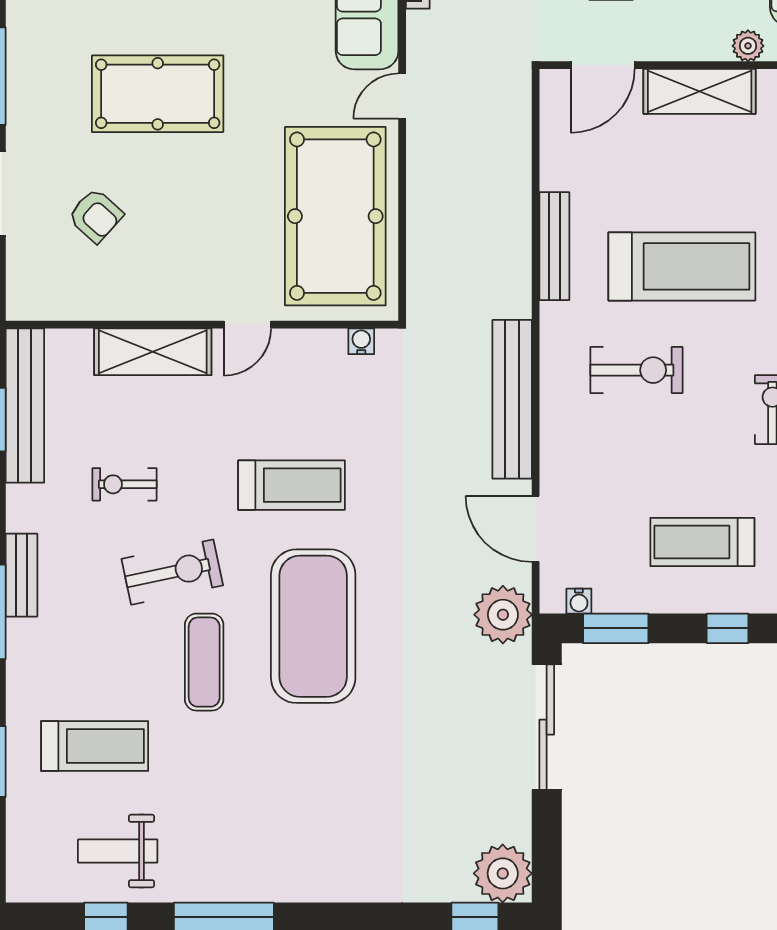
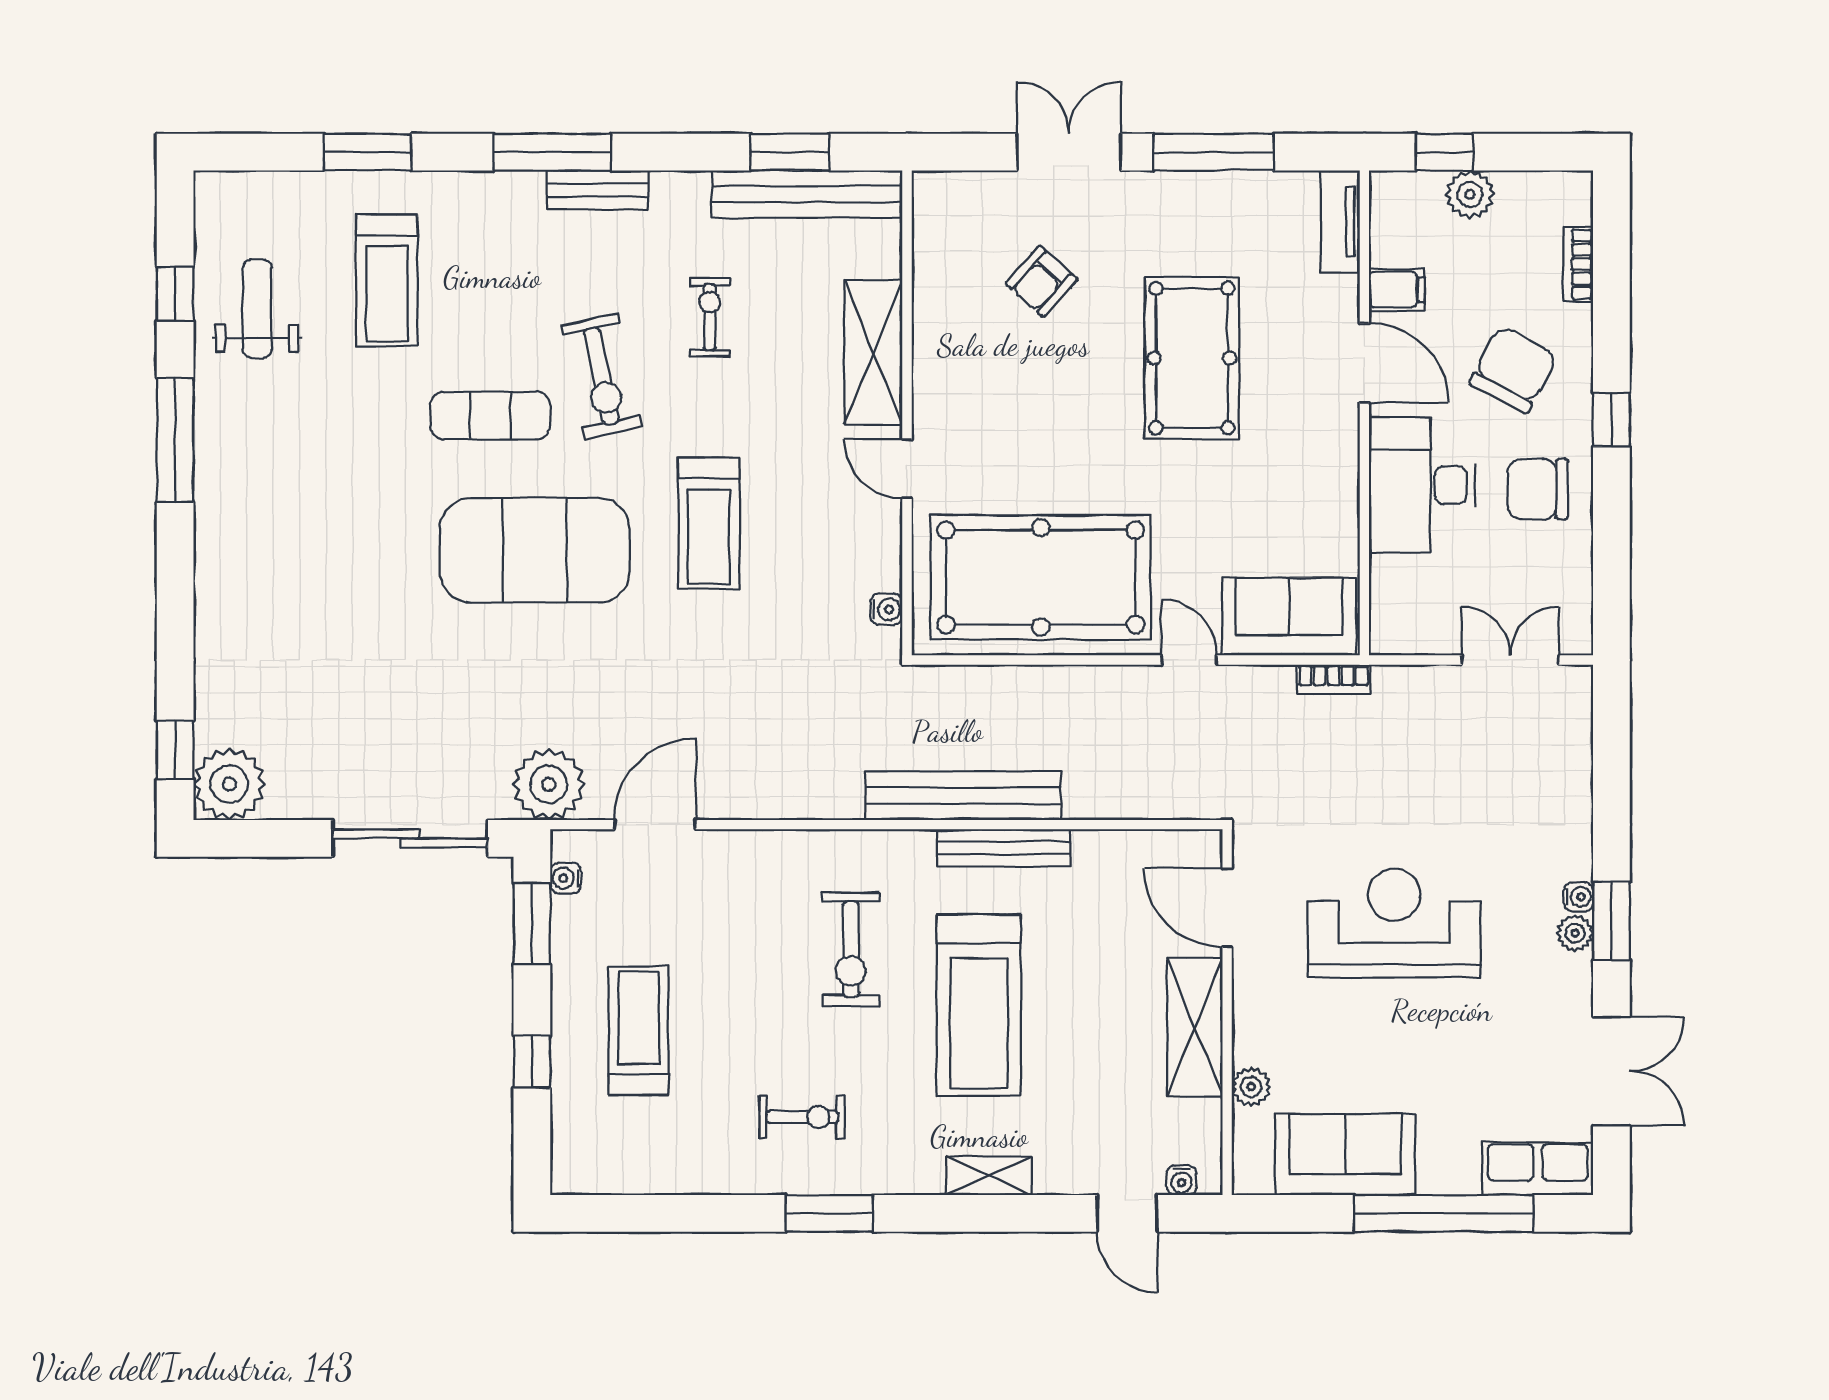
bench: (512, 399) -> (963, 796), moved

